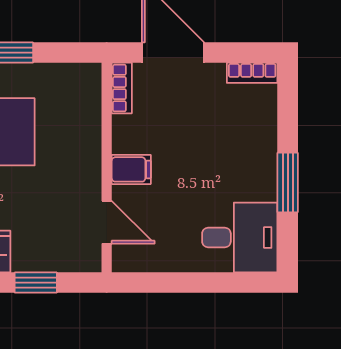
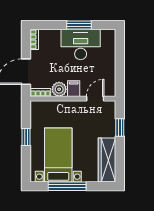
plant: (130, 134) -> (59, 89), added
desk: (240, 237) -> (81, 44), moved, width x1.37

